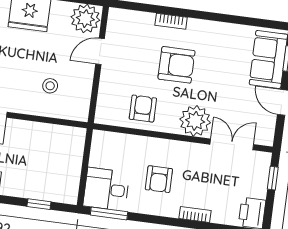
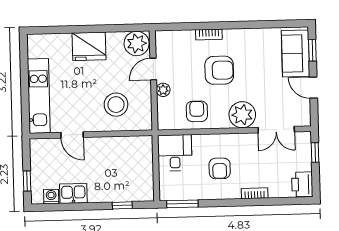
plant: (108, 77) -> (163, 90), added
stool: (50, 86) -> (116, 105), width x1.89, depth x1.89
double door: (232, 144) -> (276, 130), swing flipped
desk: (106, 189) -> (175, 153), moved, turned 90

